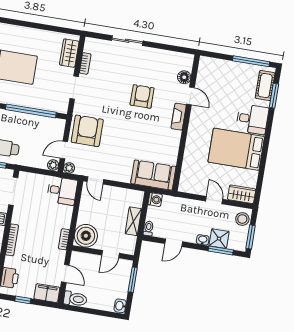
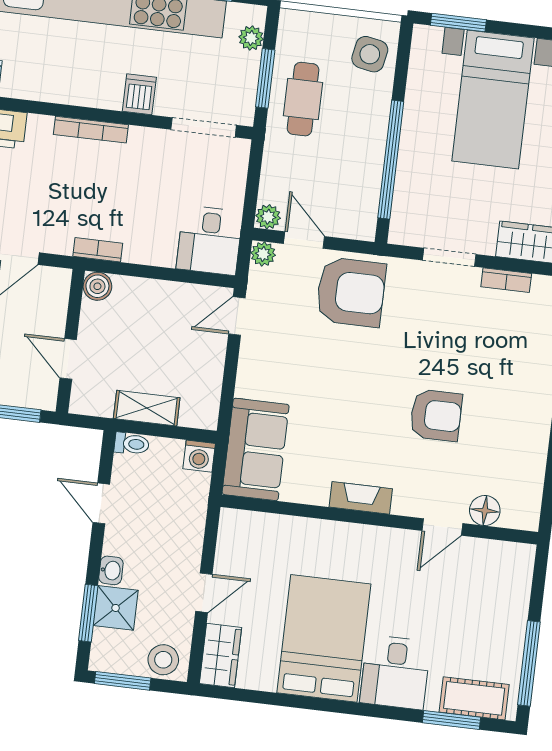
fireplace: (179, 117) -> (361, 498), moved
boiler: (86, 236) -> (97, 286), width x0.54, depth x0.54

